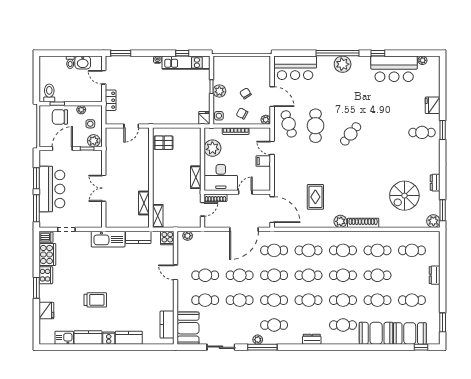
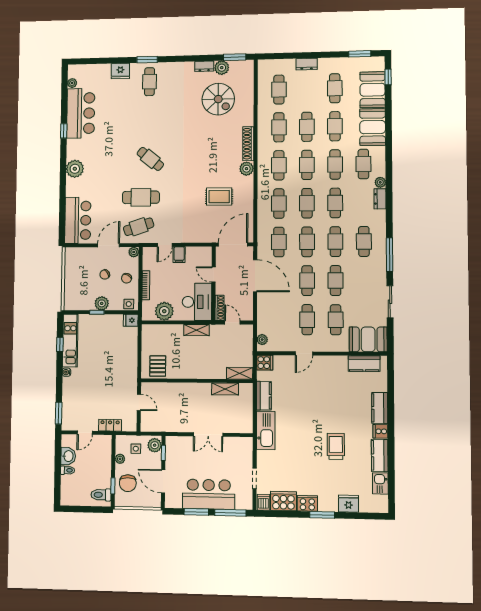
window: (338, 53) -> (63, 174), removed
plant: (433, 221) -> (222, 68), moved
plant: (258, 340) -> (380, 182), moved

